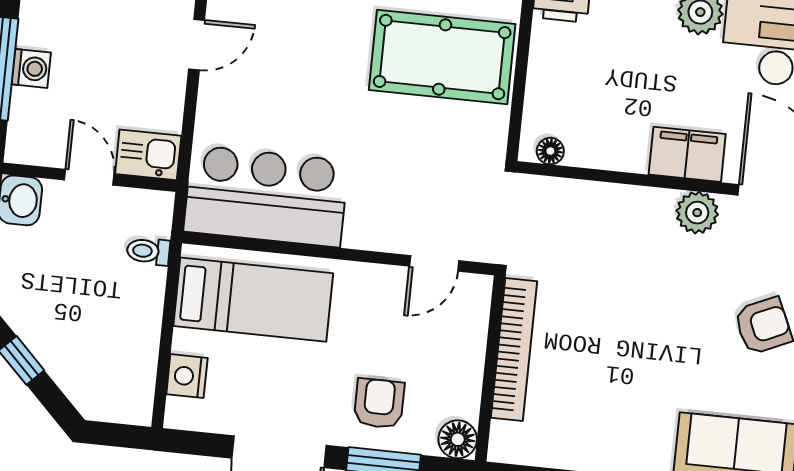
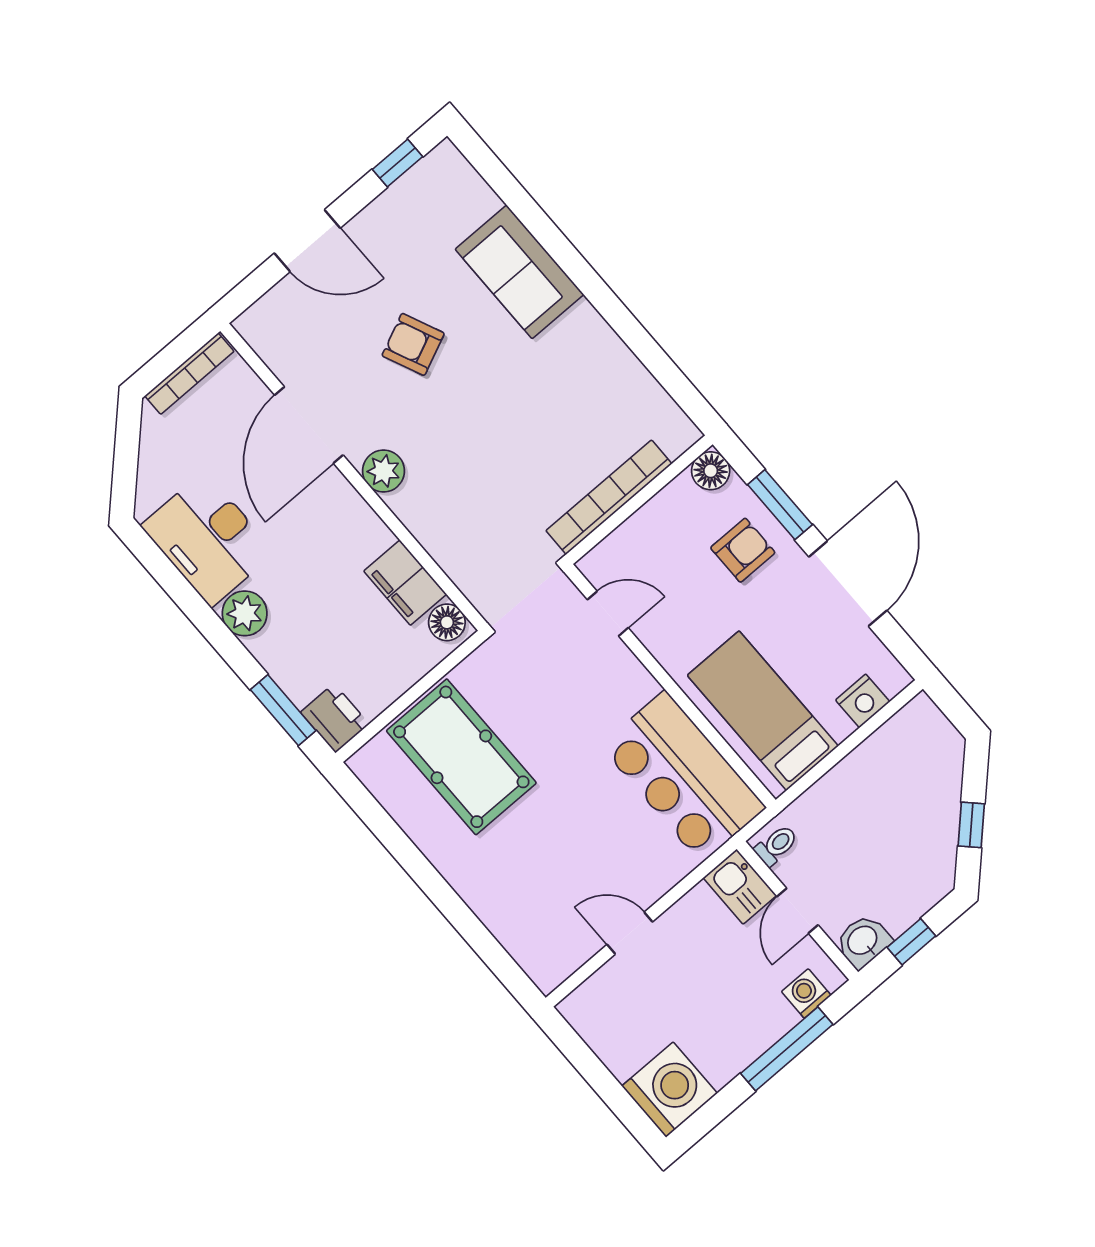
washing machine: (31, 68) -> (806, 993), moved
floor lamp: (550, 151) -> (447, 622), width x1.37, depth x1.37
filing cabinet: (687, 154) -> (405, 583), moved
toilet: (148, 251) -> (776, 845), moved, turned -90
armchair: (379, 403) -> (743, 550), turned 180

